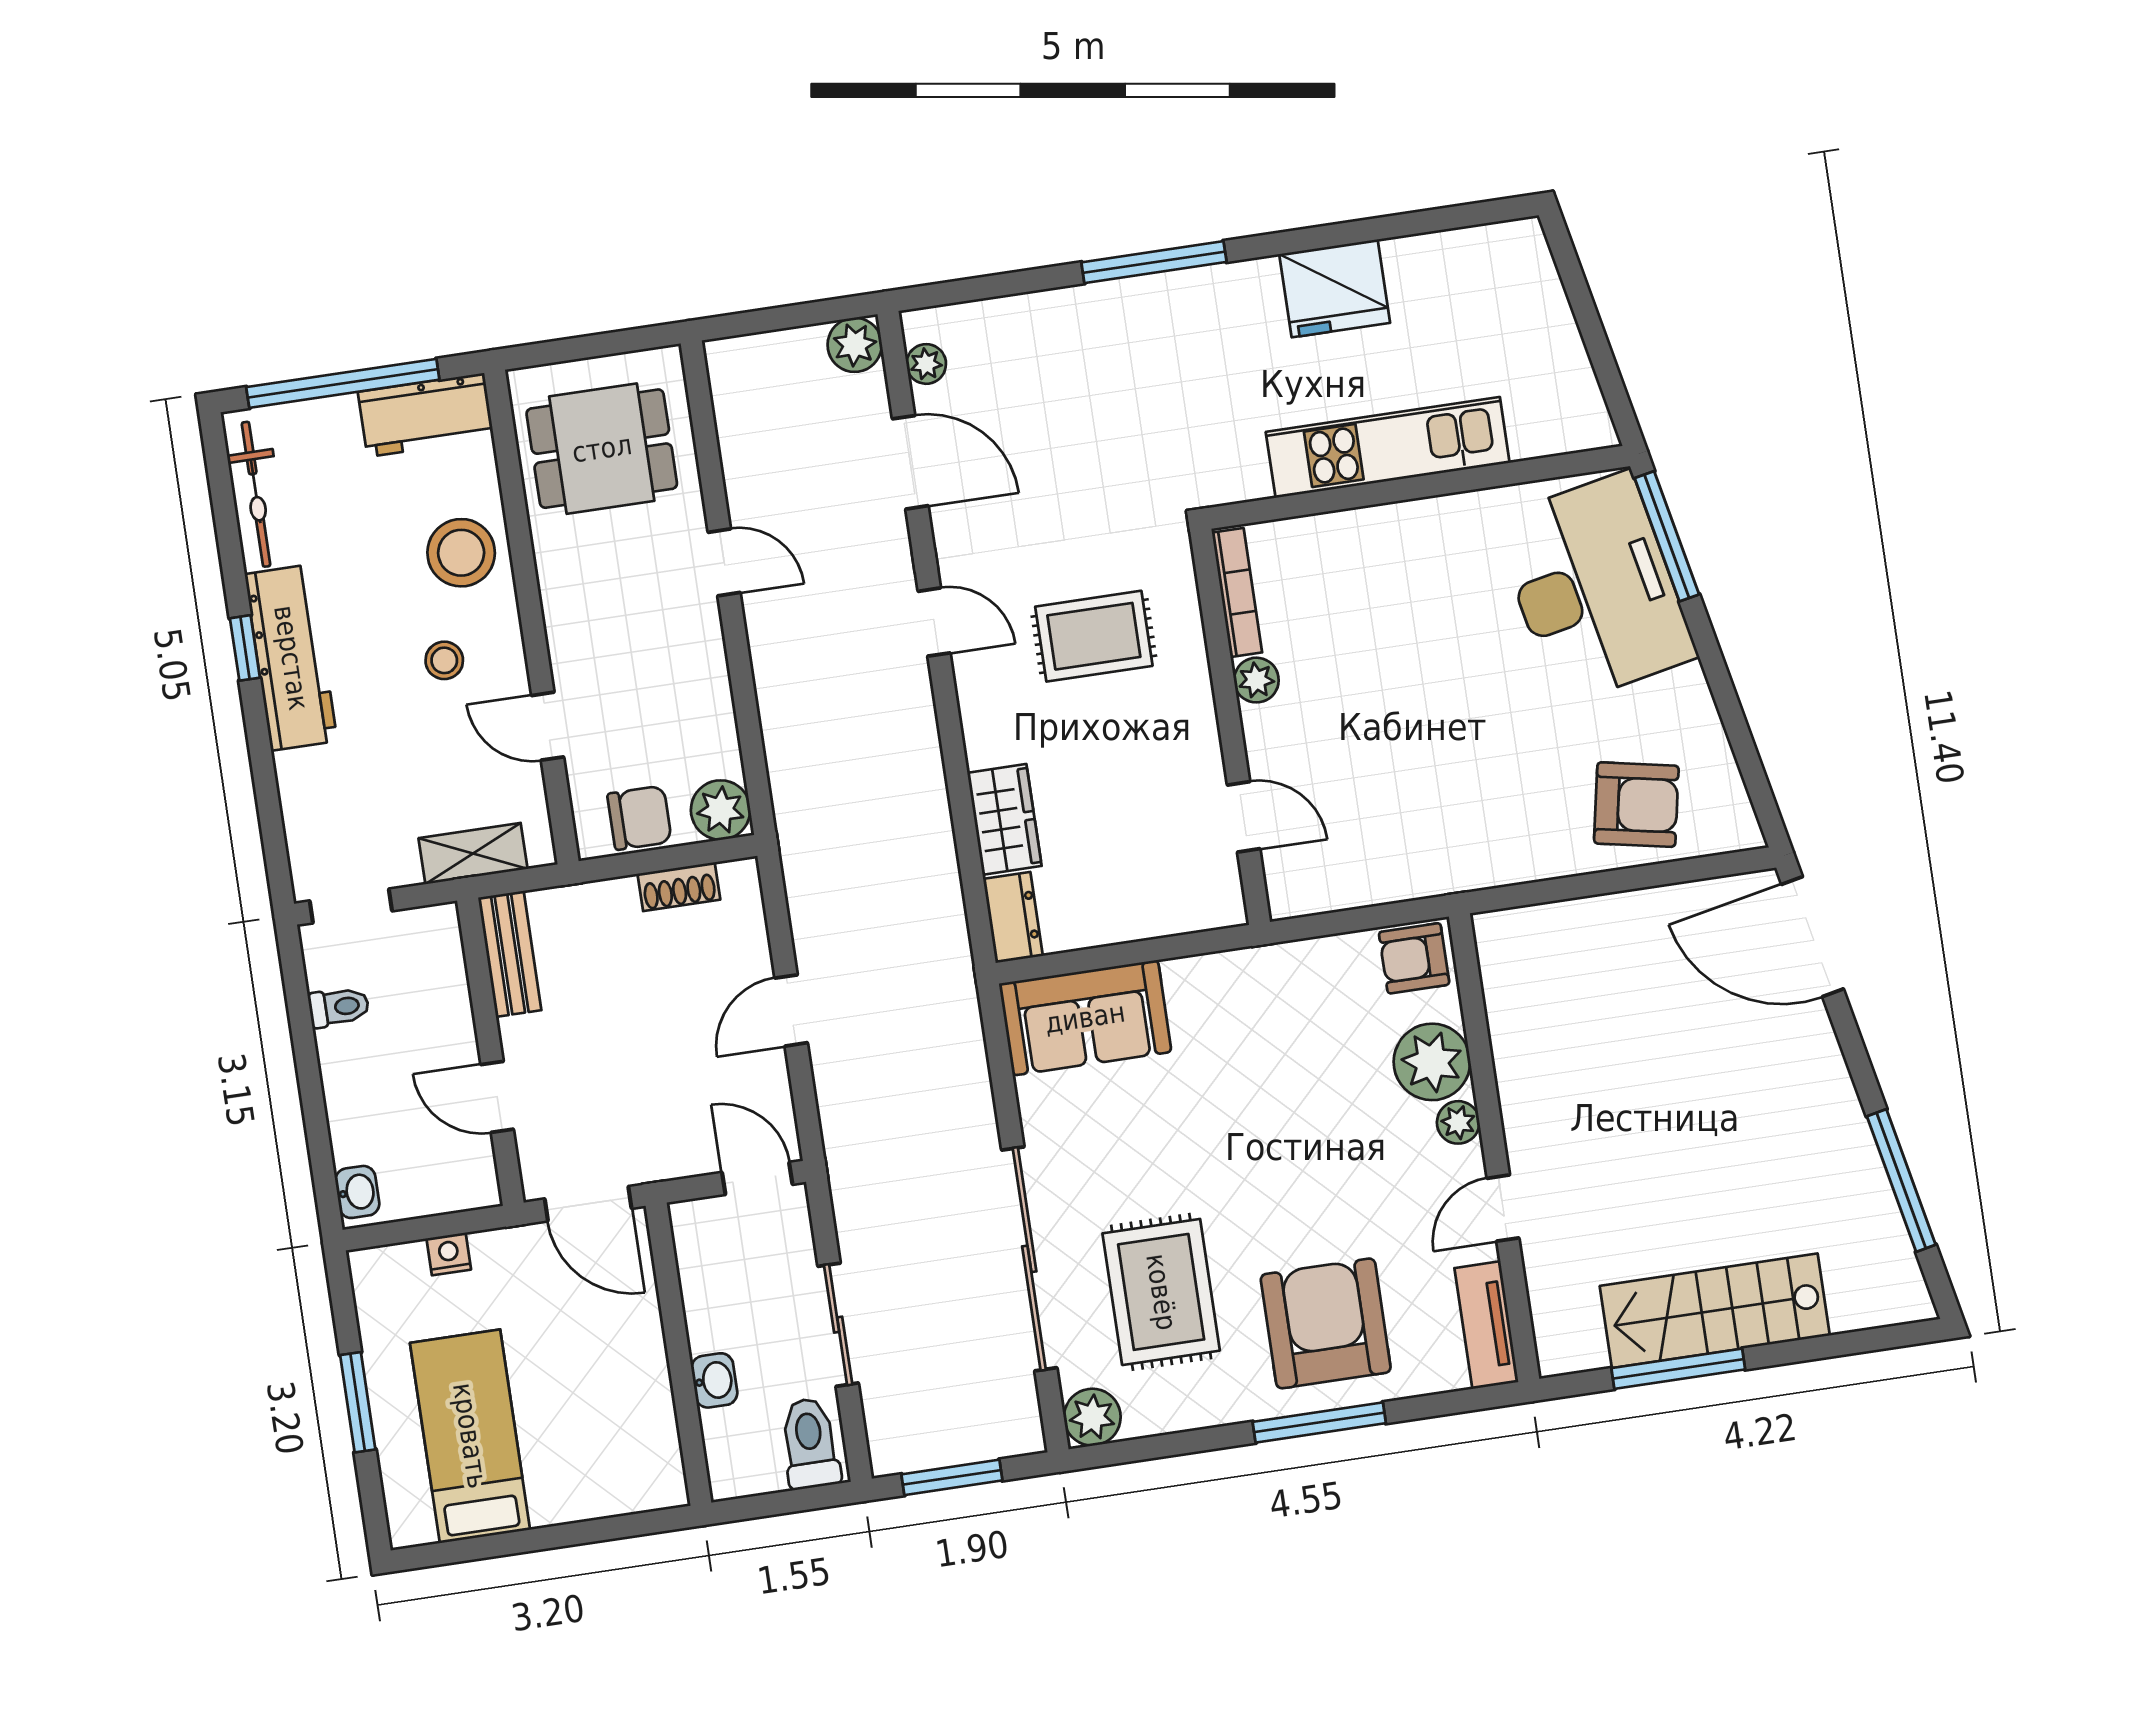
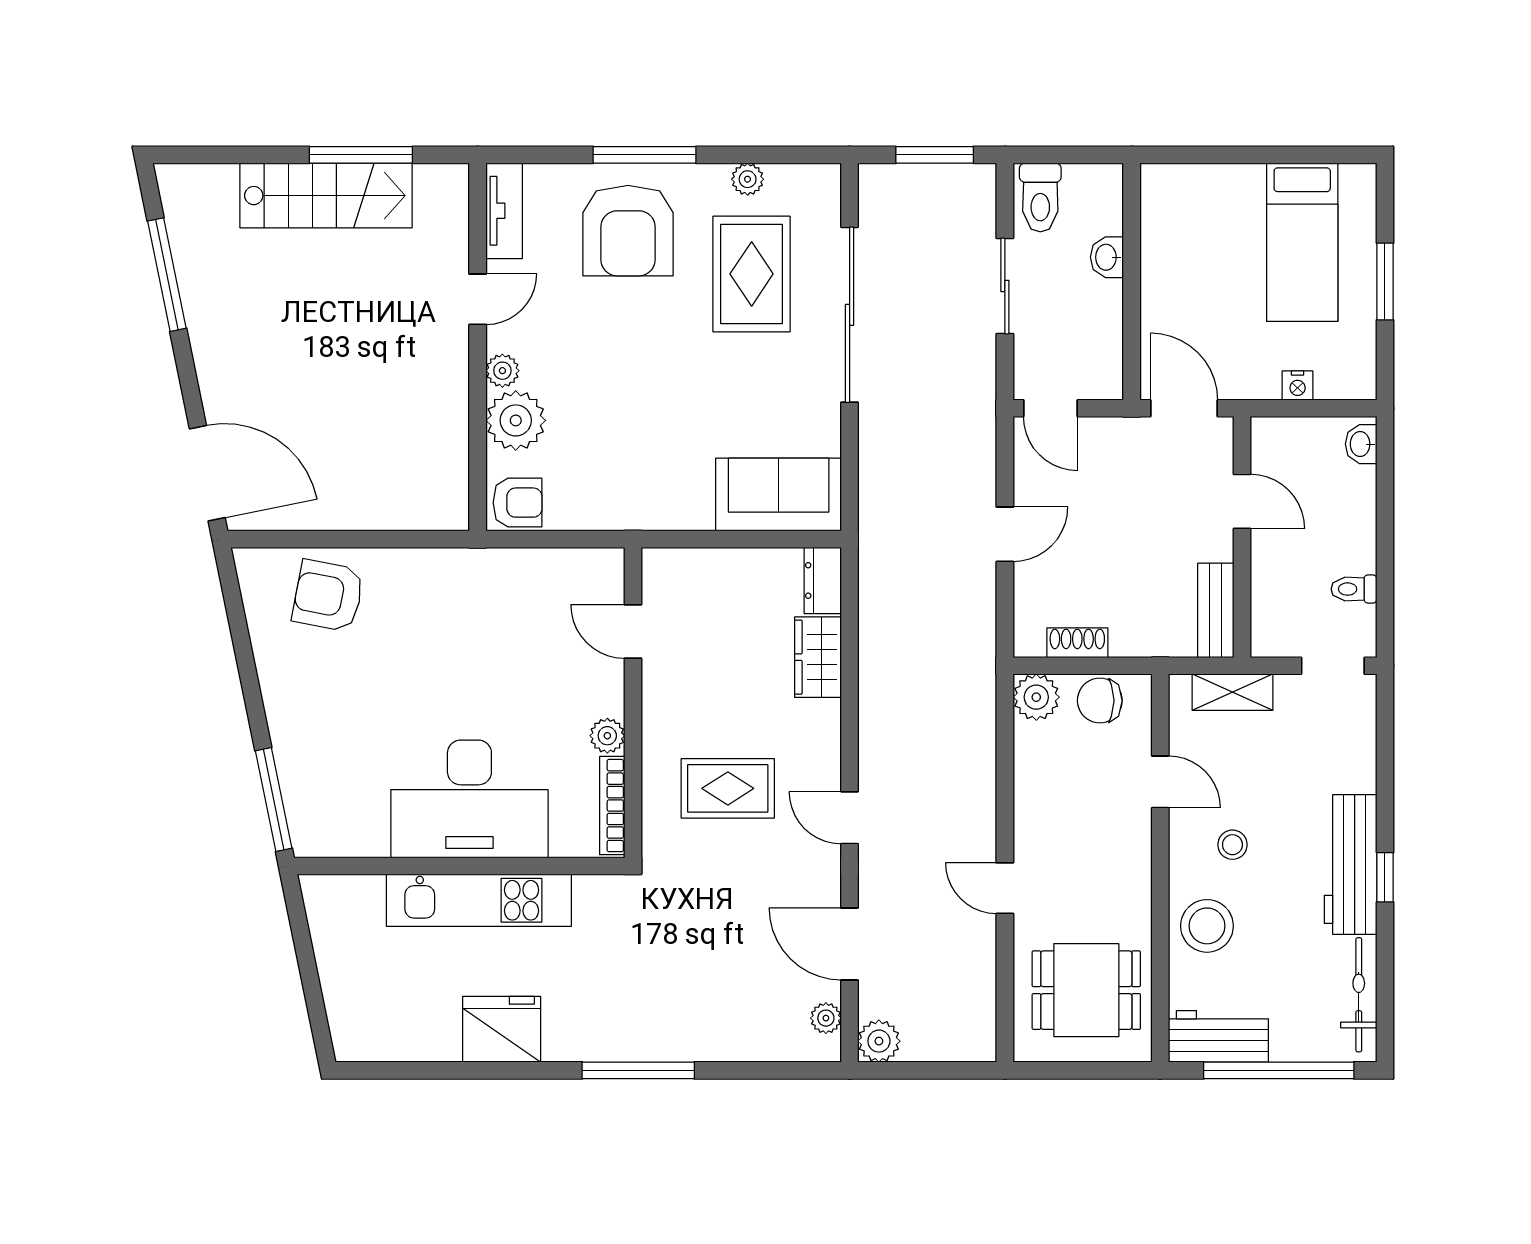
desk: (1594, 588) -> (469, 799), moved, turned -79
plant: (1092, 1417) -> (748, 179), moved, width x0.73, depth x0.73

